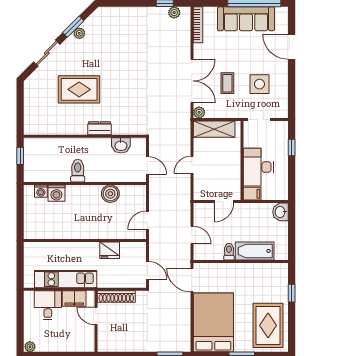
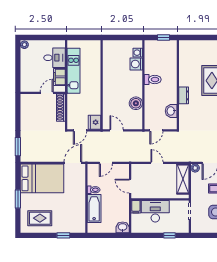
fridge: (110, 250) -> (95, 122), moved
rug: (268, 325) -> (40, 218), width x0.73, depth x0.70

